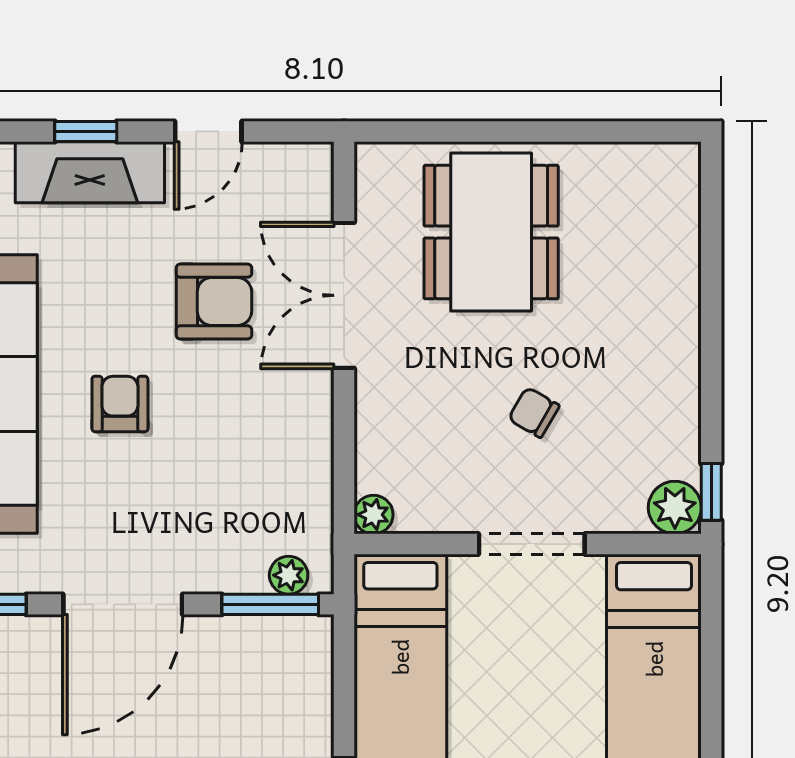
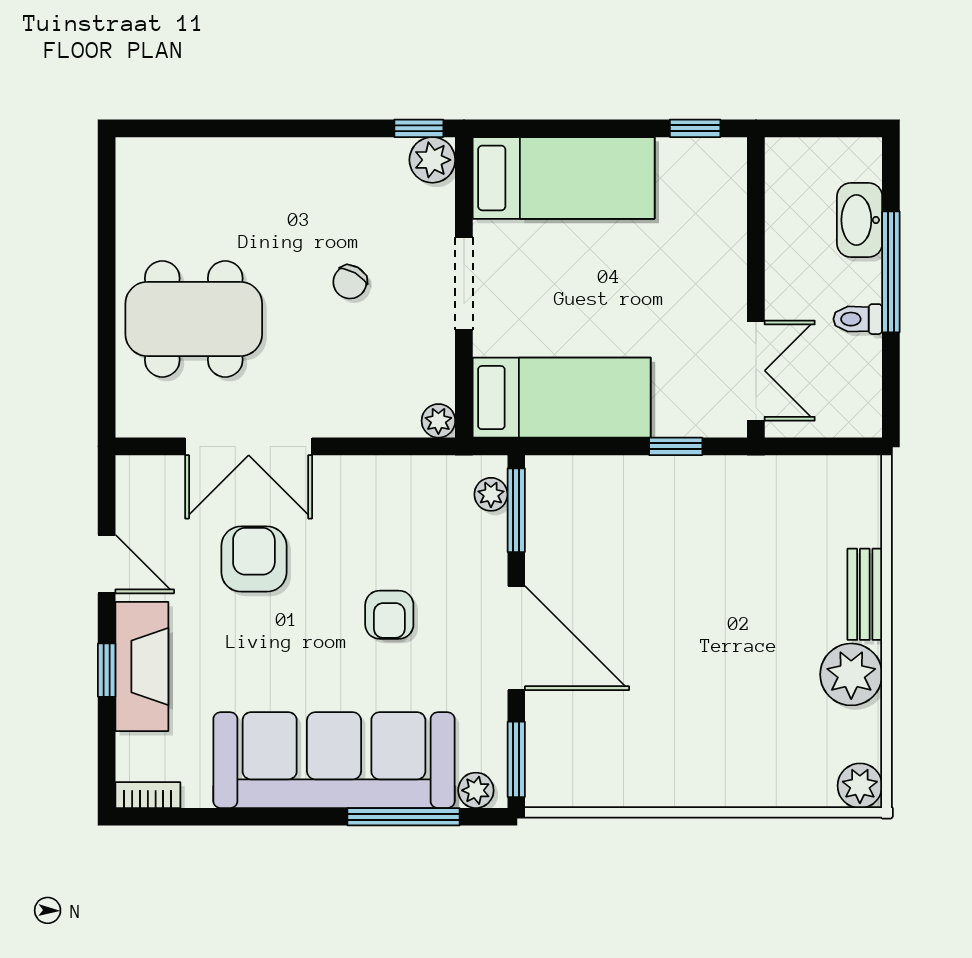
armchair: (120, 404) -> (389, 615), moved, turned -90

